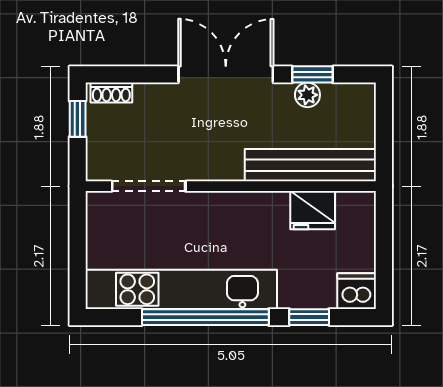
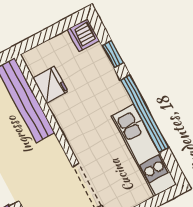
kitchen unit: (181, 289) -> (144, 150), width x0.73

